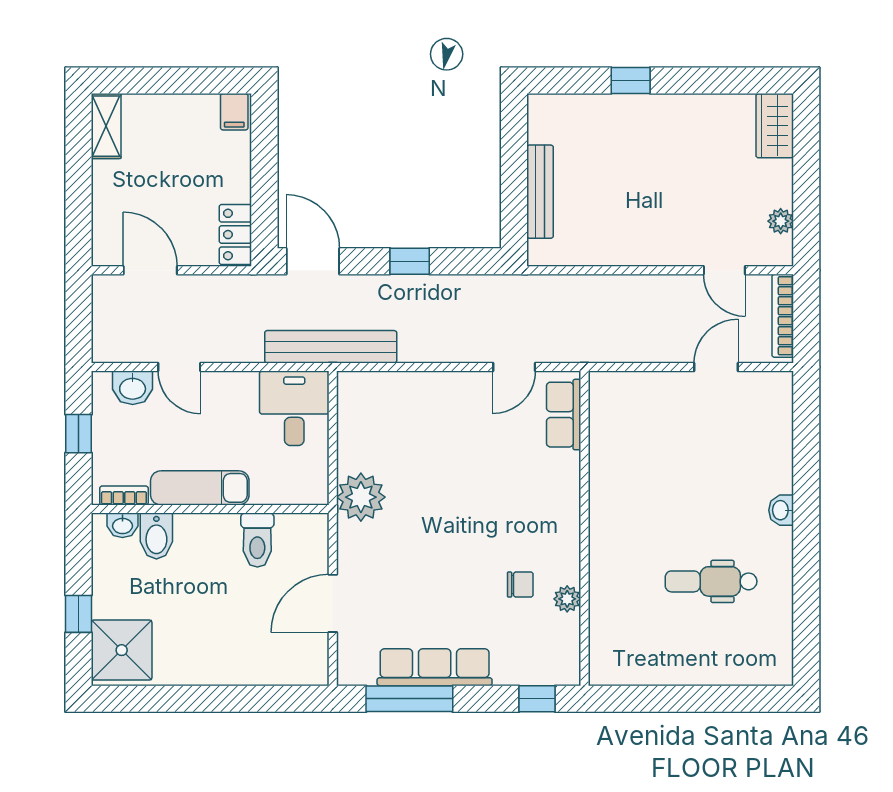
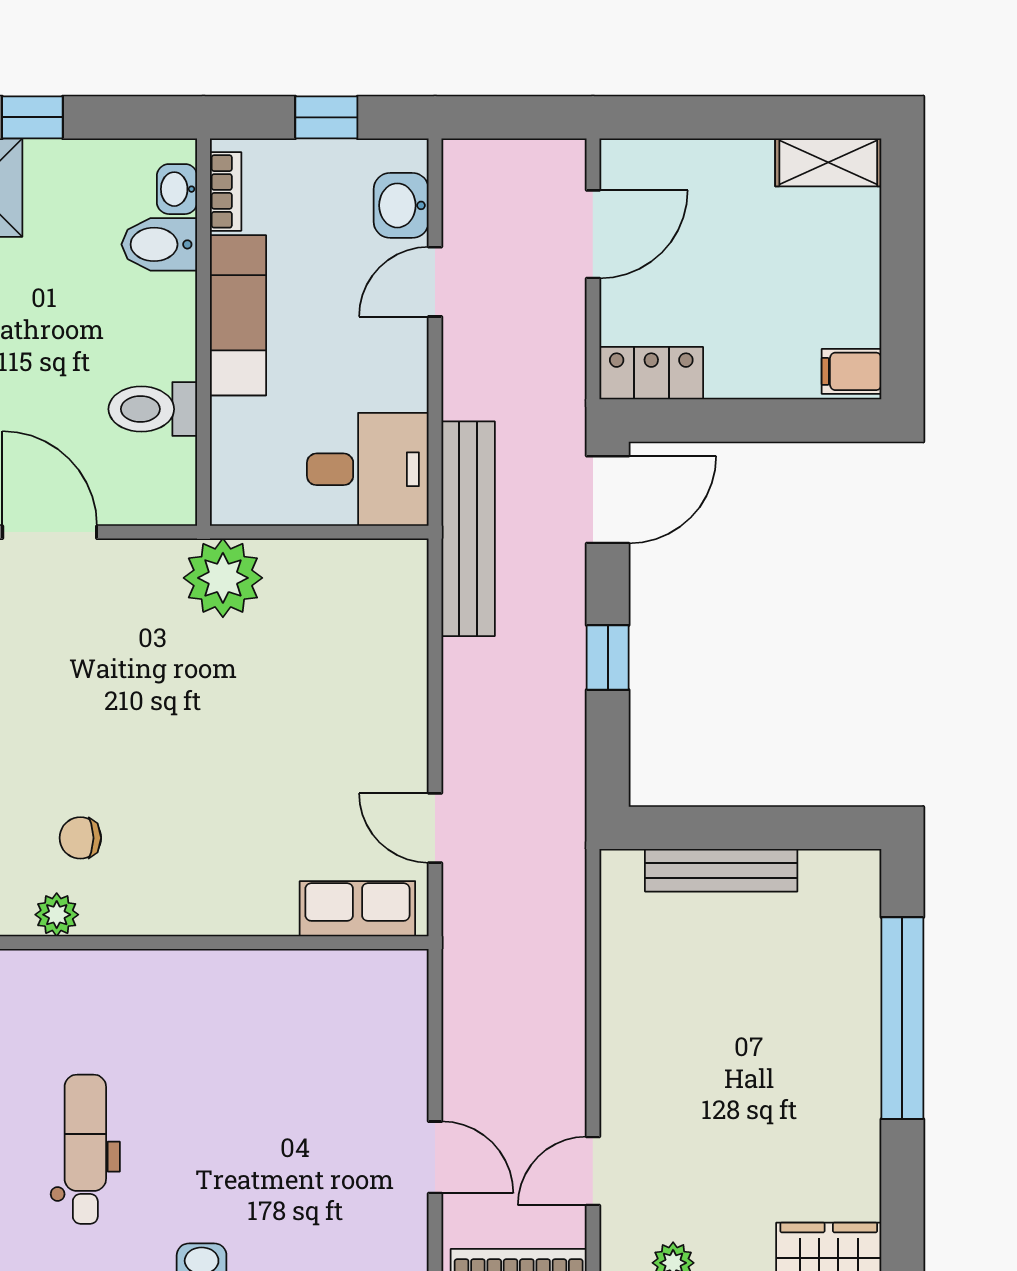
window: (631, 81) -> (902, 1018), width x3.17
chair: (520, 585) -> (80, 838), turned 90

